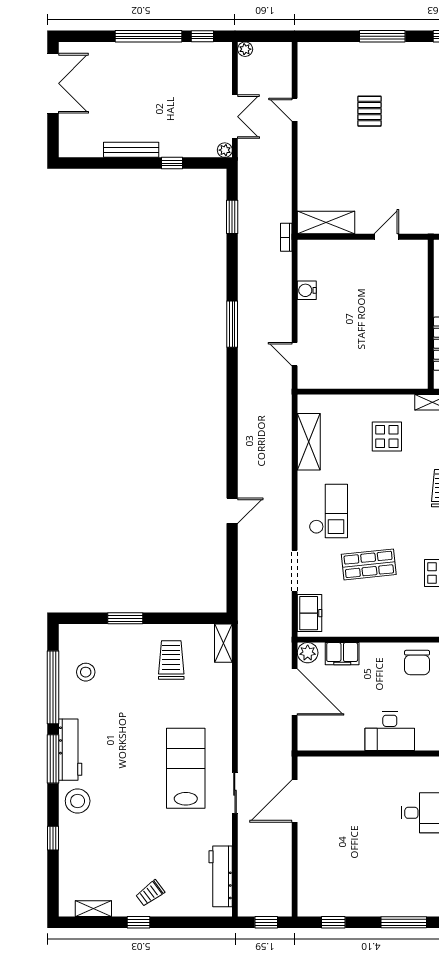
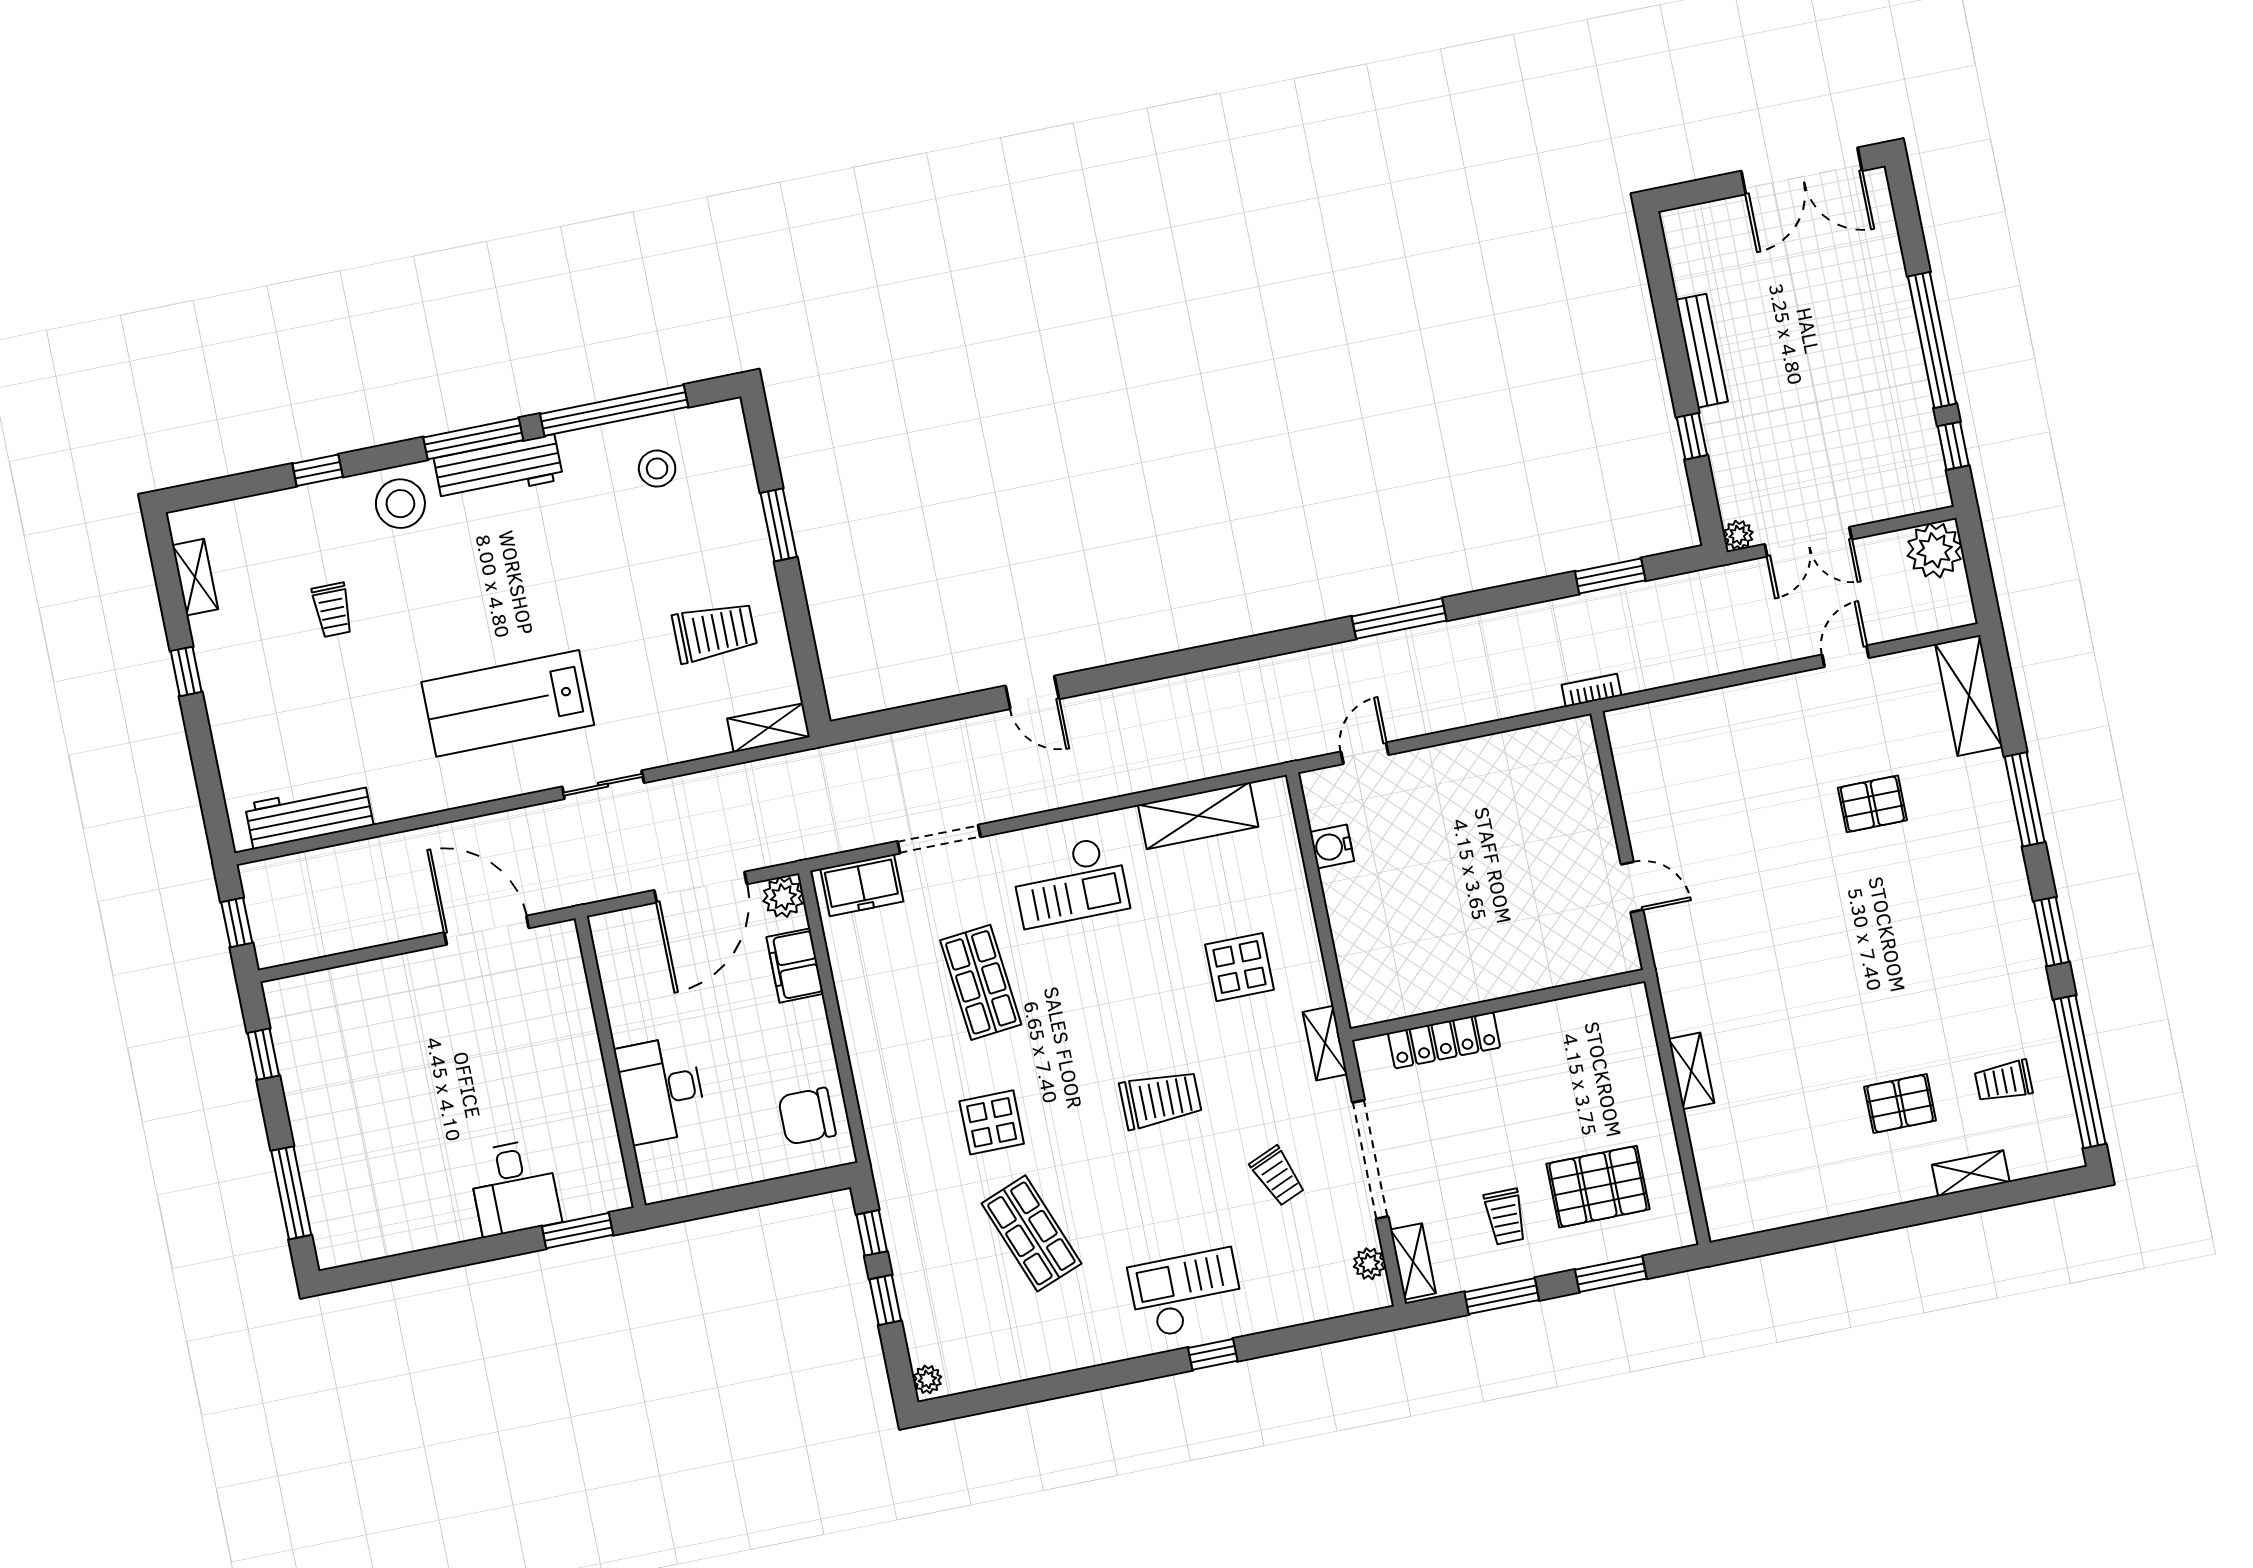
plant: (245, 49) -> (1935, 550), width x1.88, depth x1.88
shelving: (326, 223) -> (1969, 696), moved
water cooler: (307, 290) -> (1332, 846), moved, turned -90
lab bench: (186, 768) -> (508, 703), turned 180
sliding door: (235, 793) -> (603, 785), moved
trolley: (150, 893) -> (332, 610), moved, turned -143

